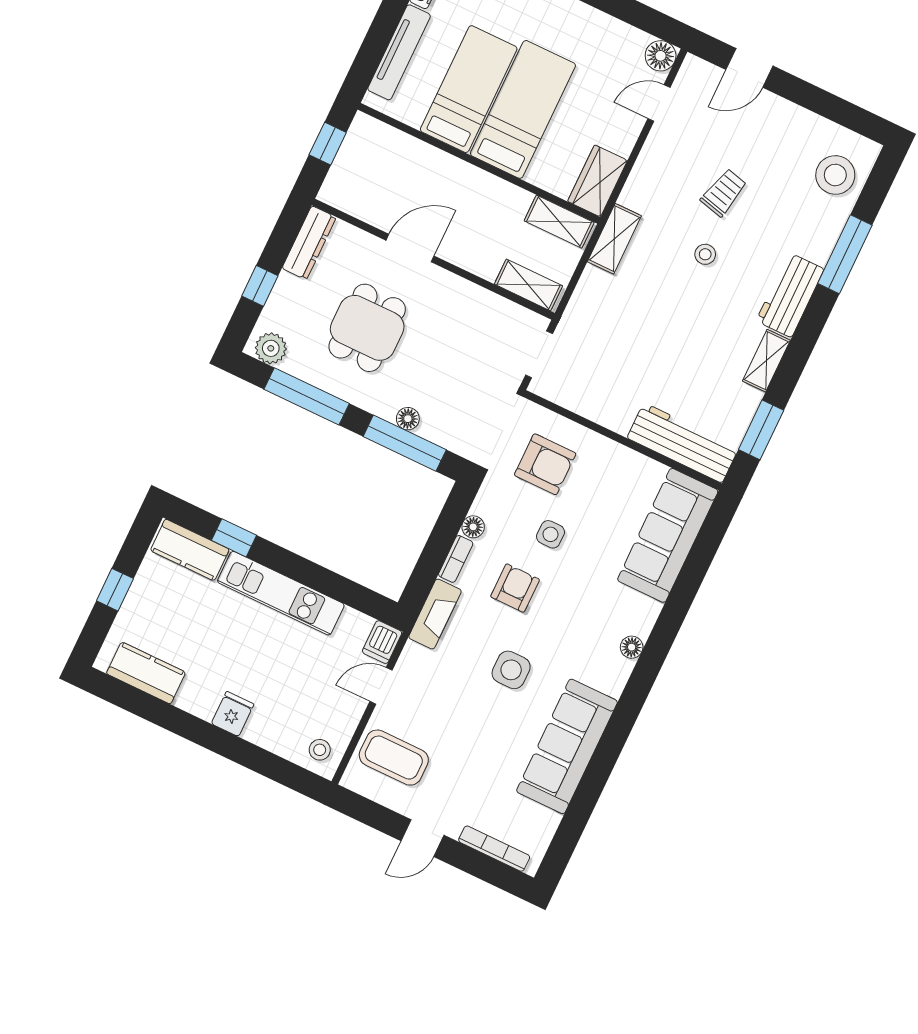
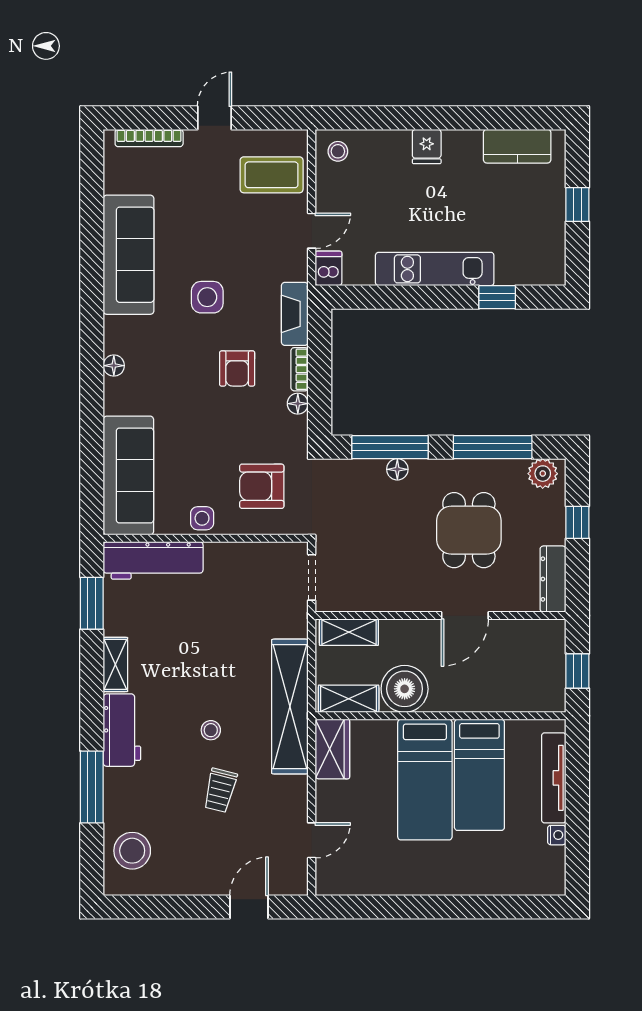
floor lamp: (661, 56) -> (330, 881), removed
boiler: (501, 205) -> (405, 689), added
shelving: (614, 239) -> (290, 707), width x2.20, depth x1.33
side table: (551, 534) -> (202, 518), moved
kitchen counter: (190, 550) -> (530, 269), removed

